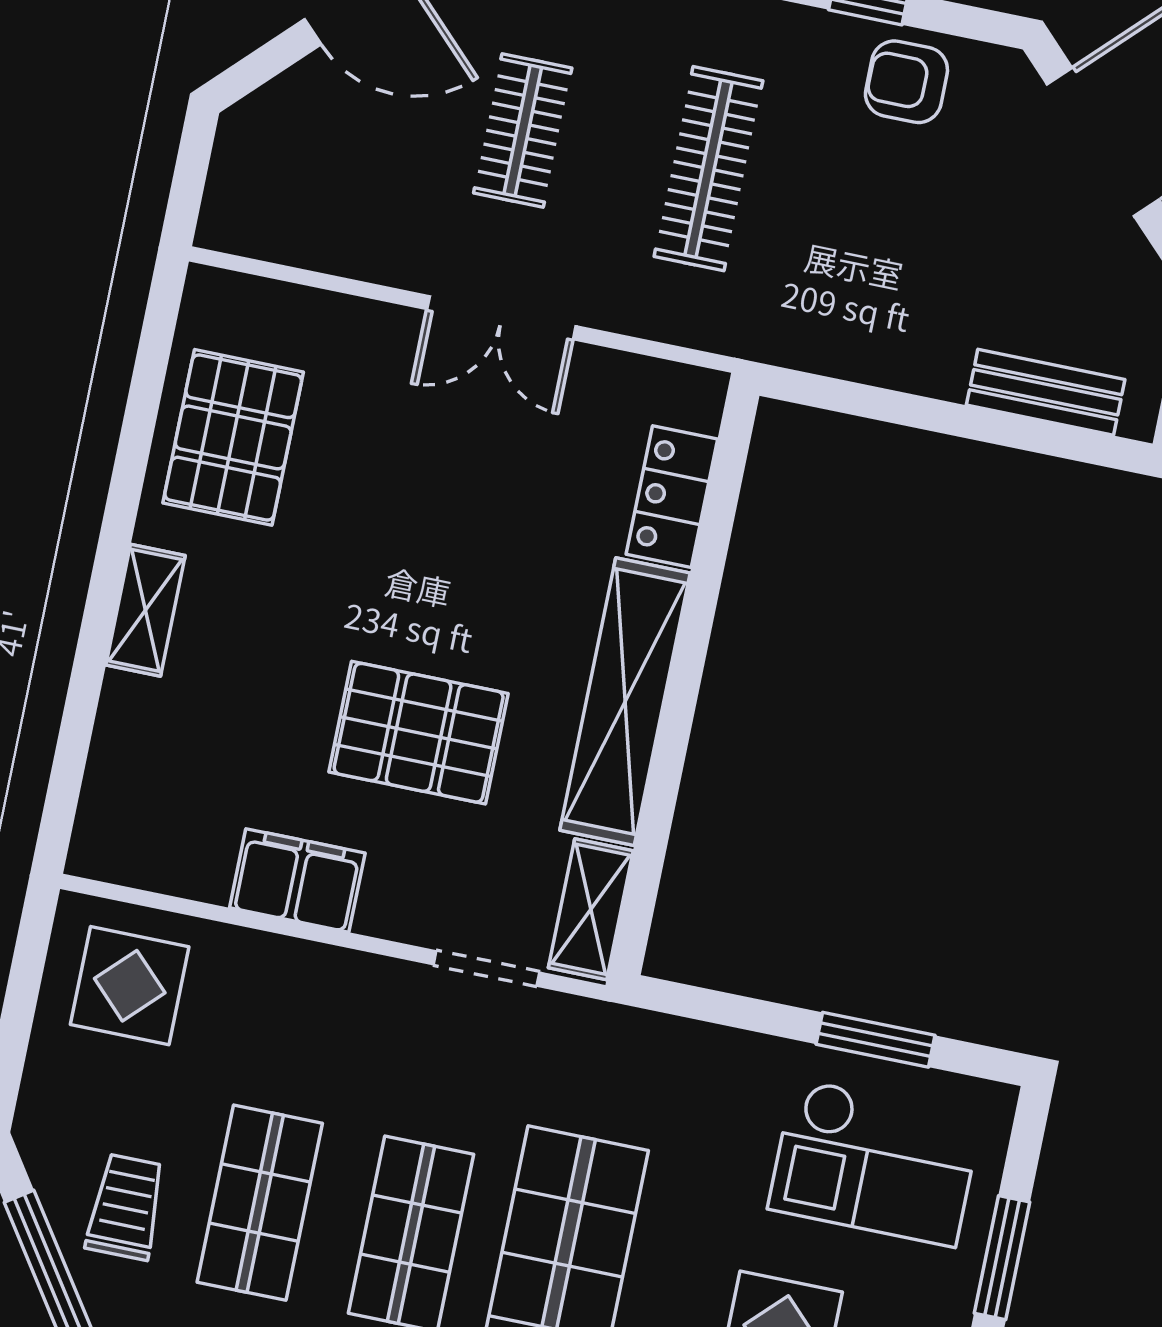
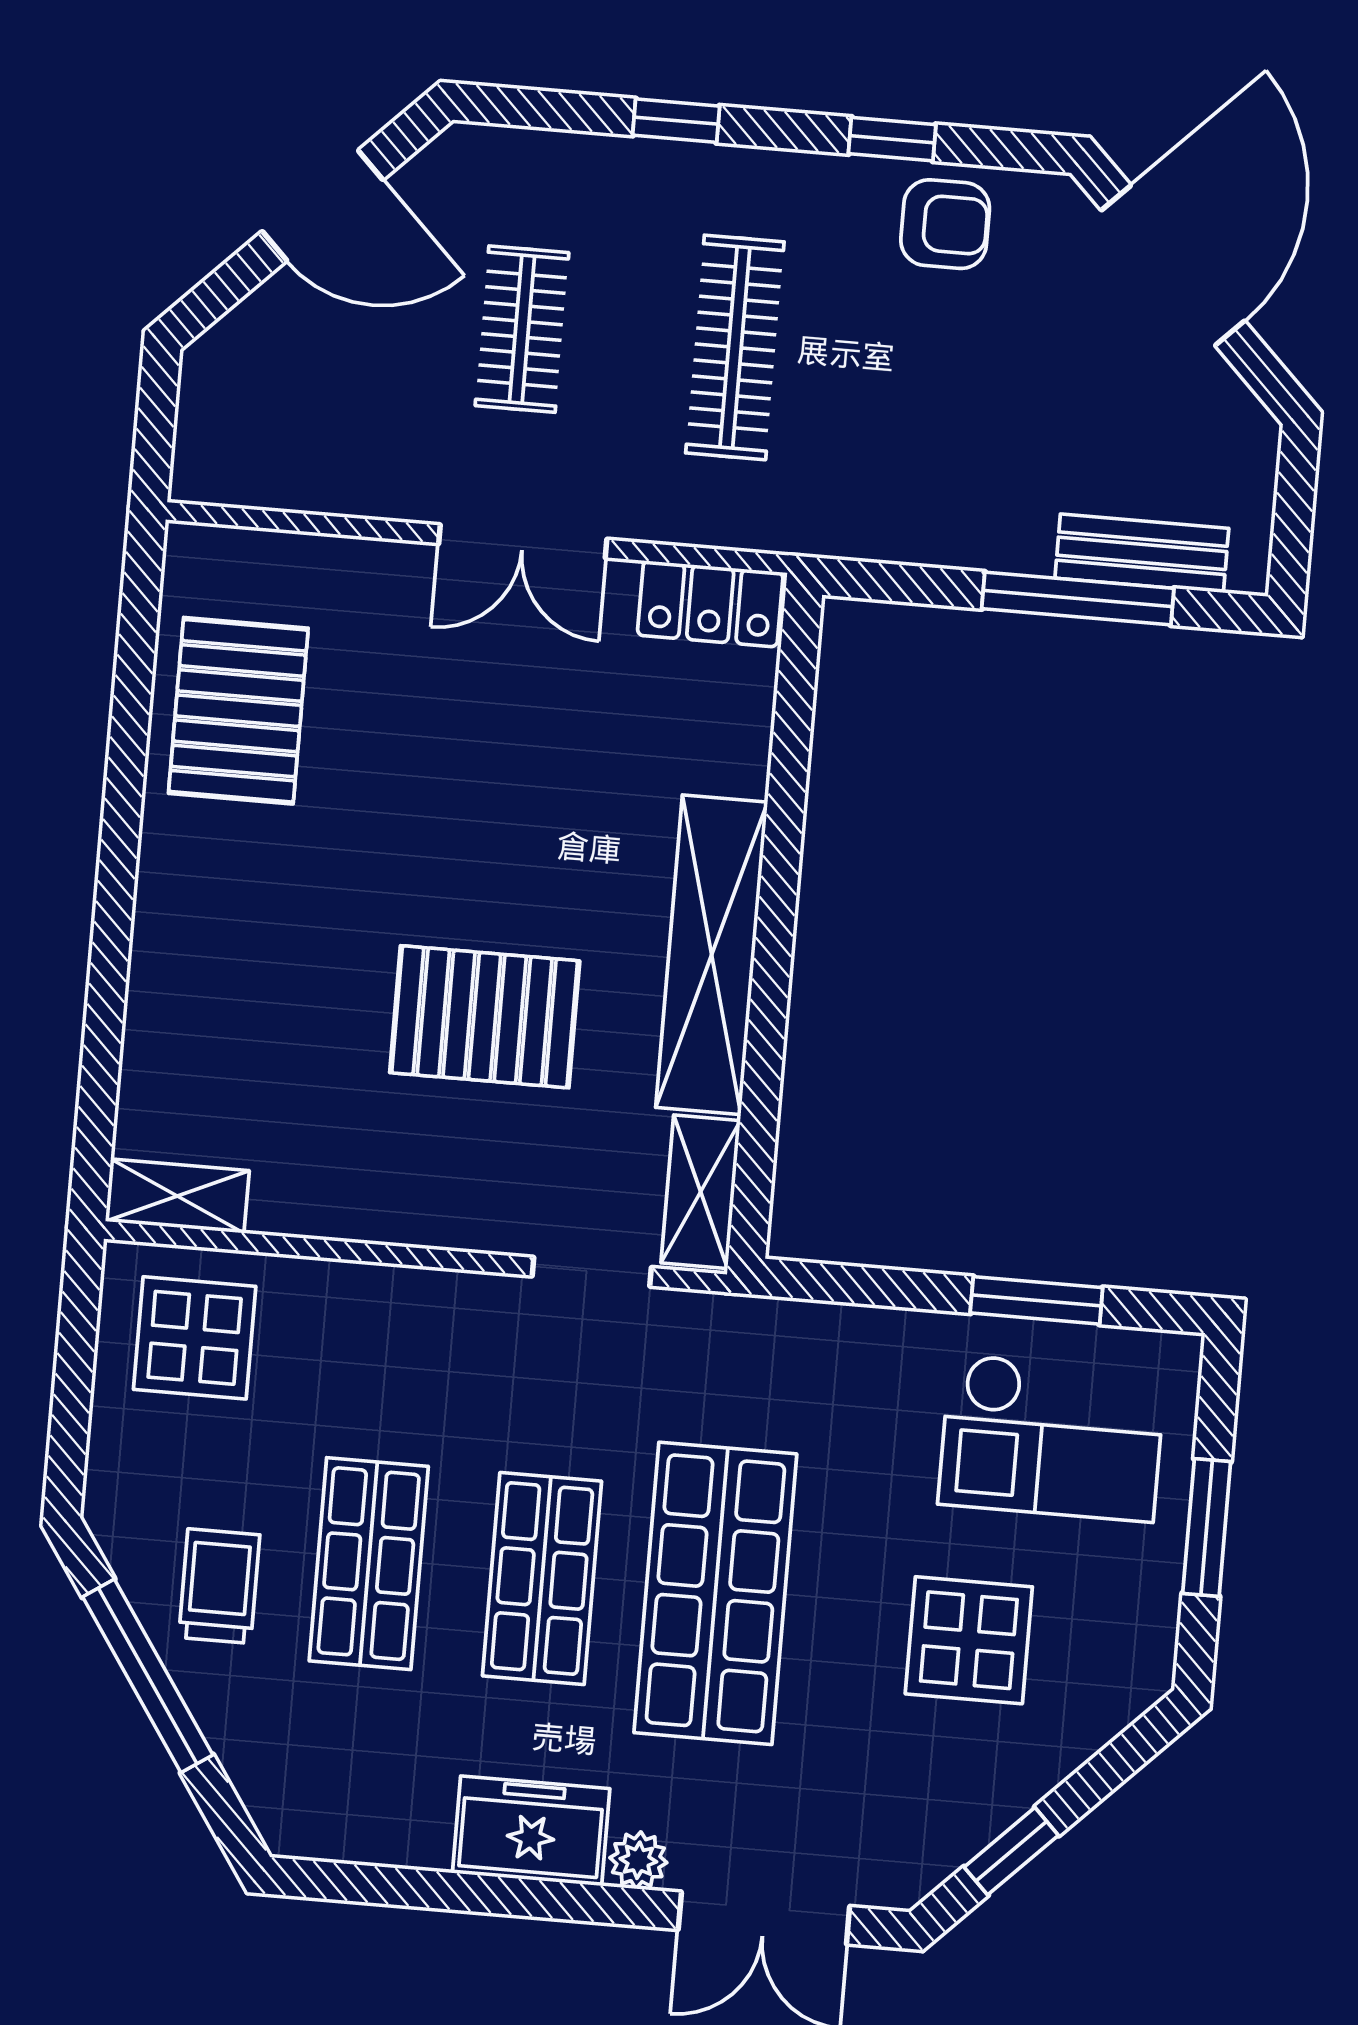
armchair: (906, 82) -> (945, 224), turned 180
window: (985, 425) -> (1078, 599), added
locker: (672, 497) -> (710, 604), moved, turned -90
shelving: (145, 610) -> (177, 1196), moved, turned 90
filing cabinet: (297, 880) -> (368, 1198), removed

